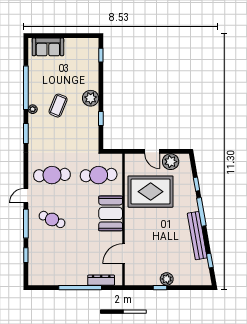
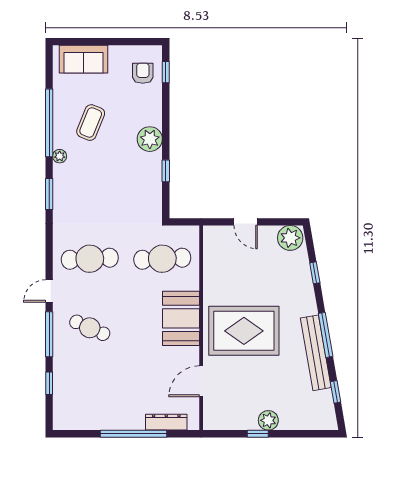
armchair: (86, 56) -> (143, 73), added
coffee table: (58, 106) -> (91, 123), moved
plant: (171, 162) -> (290, 238), moved
rug: (151, 192) -> (244, 331), moved
window: (201, 212) -> (326, 335), moved

